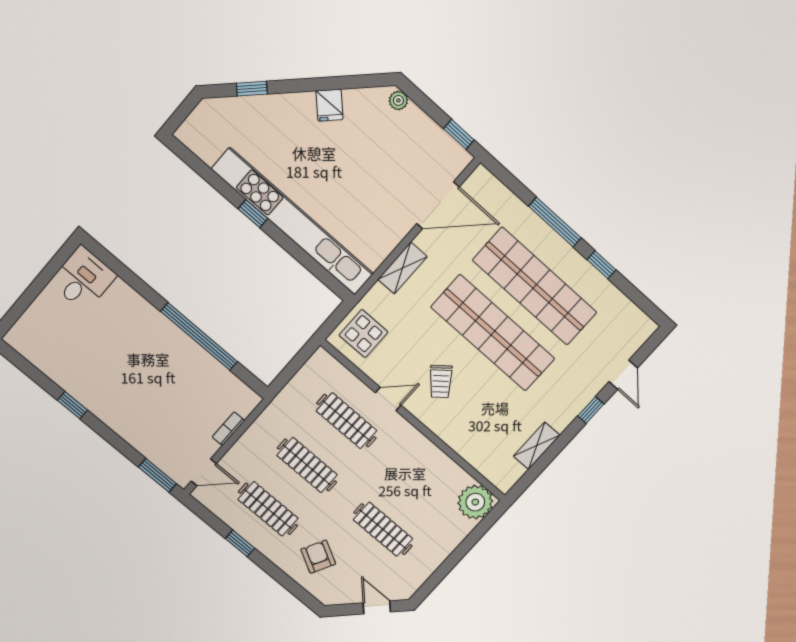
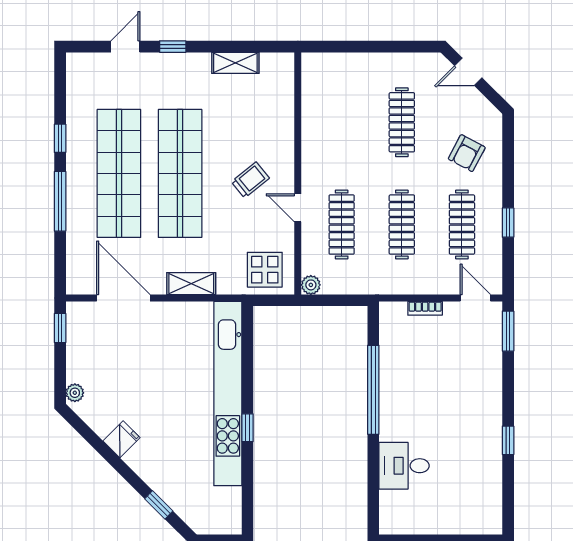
desk: (83, 279) -> (404, 466), moved
plant: (475, 502) -> (311, 285), moved, width x0.53, depth x0.53
door: (377, 607) -> (468, 72), hinge flipped

